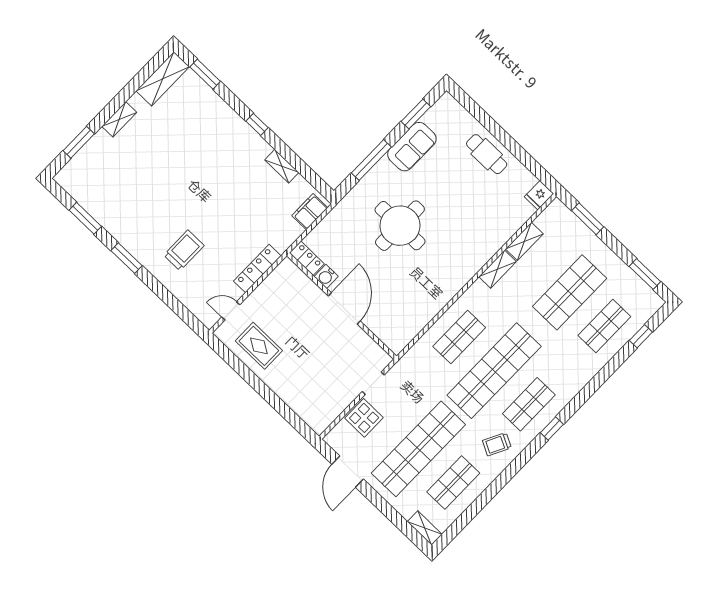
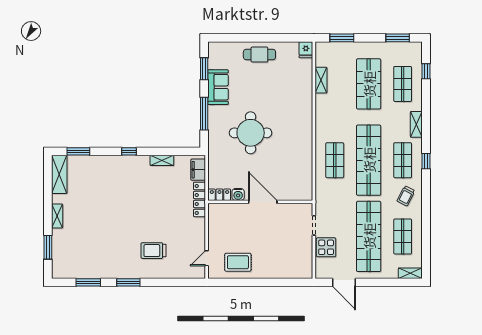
trolley: (184, 250) -> (154, 251), turned -90
locker: (257, 269) -> (199, 200), moved
shelving: (498, 269) -> (416, 124), moved

